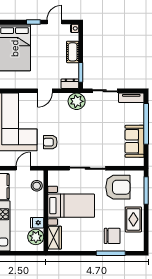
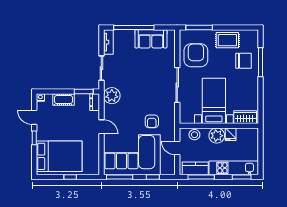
chair: (112, 236) -> (244, 61), turned 90
plant: (36, 237) -> (217, 136), moved

